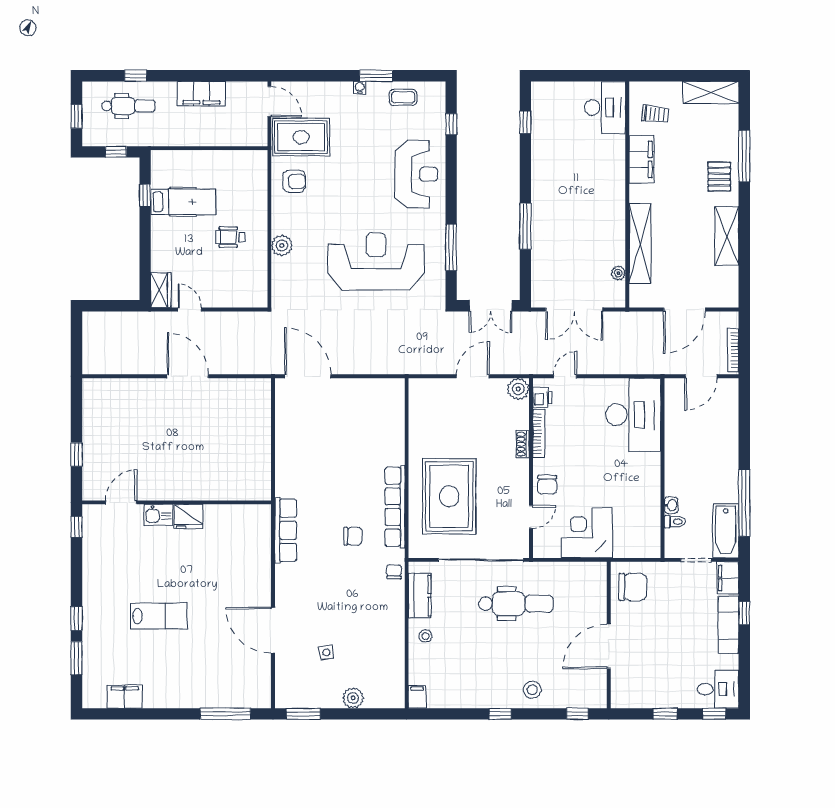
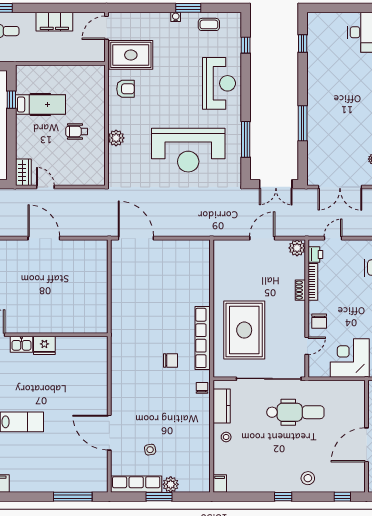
door: (269, 102) -> (106, 28), swing flipped
reception desk: (376, 261) -> (188, 150), turned 180
row of seats: (286, 530) -> (136, 484), moved, turned -90
window: (303, 714) -> (159, 497), moved

